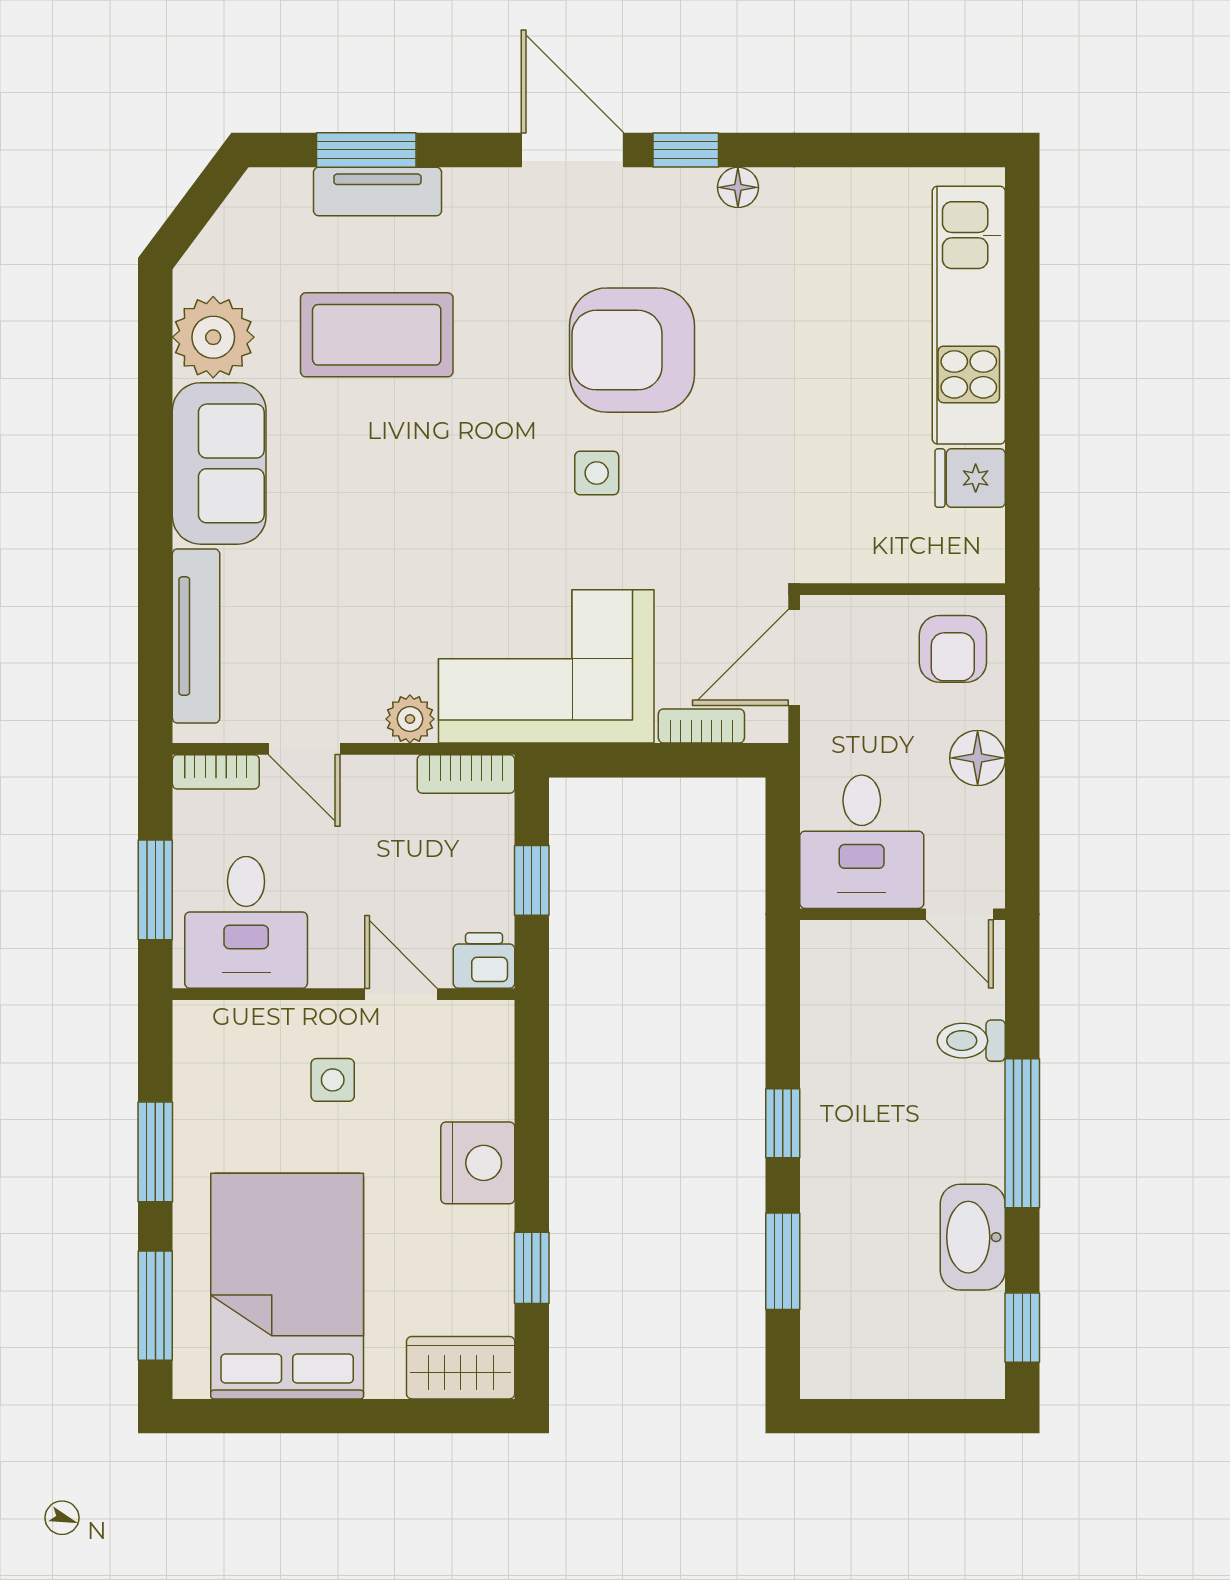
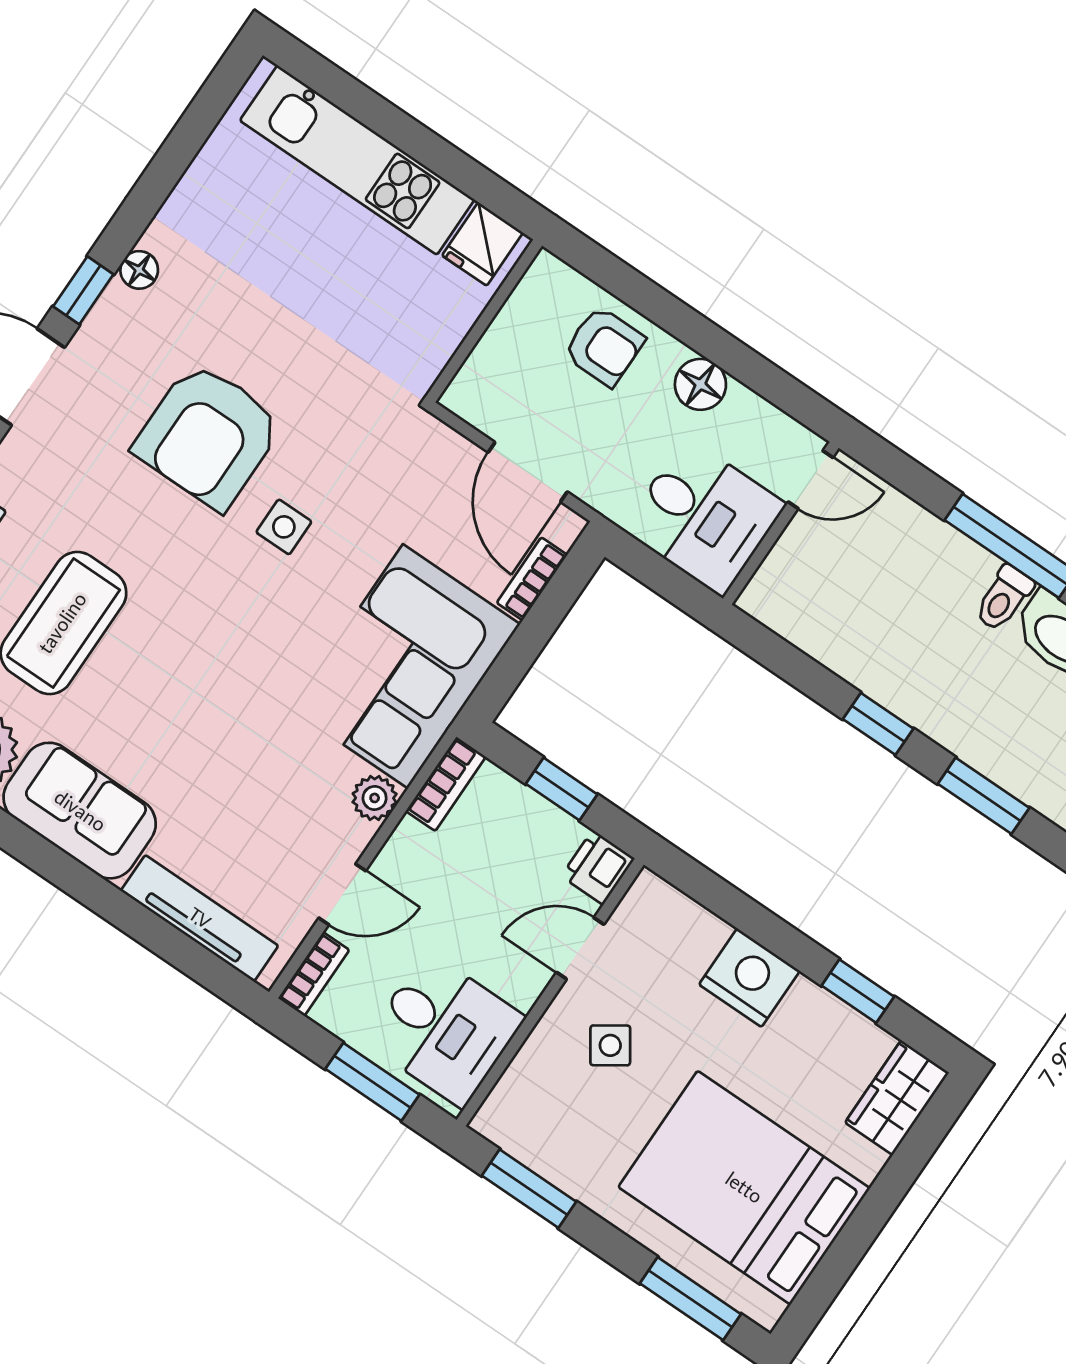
wall: (902, 589) -> (484, 321), moved
toilet: (971, 1041) -> (1004, 598), moved
side table: (333, 1080) -> (610, 1045), turned -34
window: (155, 1152) -> (529, 1189), moved

